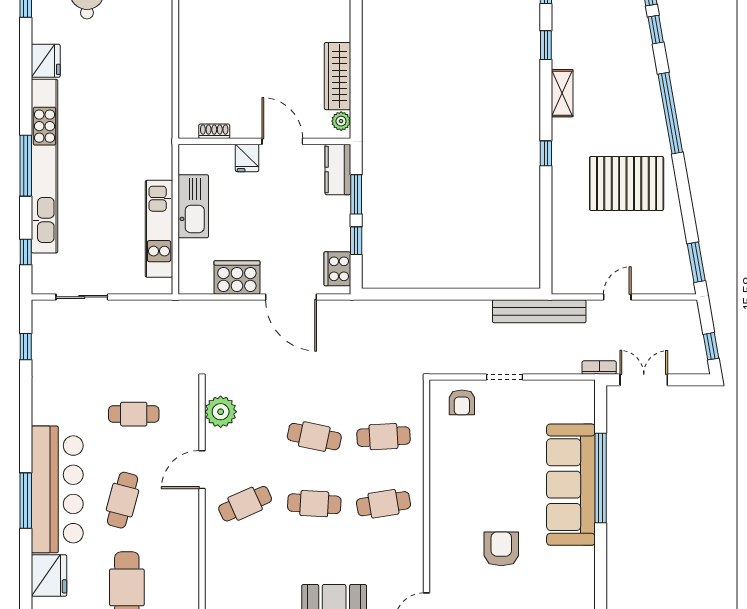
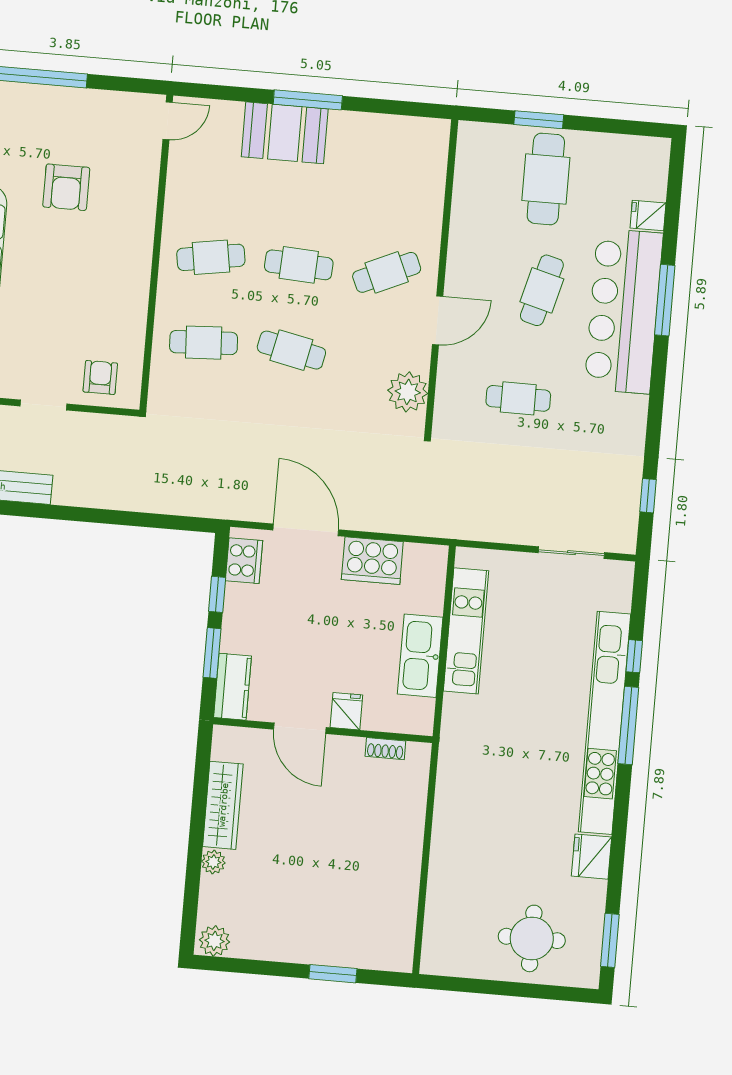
plant: (341, 121) -> (213, 862), moved
window: (26, 252) -> (634, 656), moved
fridge: (49, 576) -> (648, 215), width x0.53, depth x0.75

